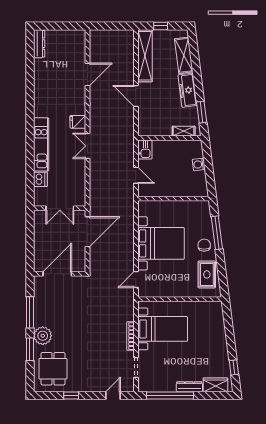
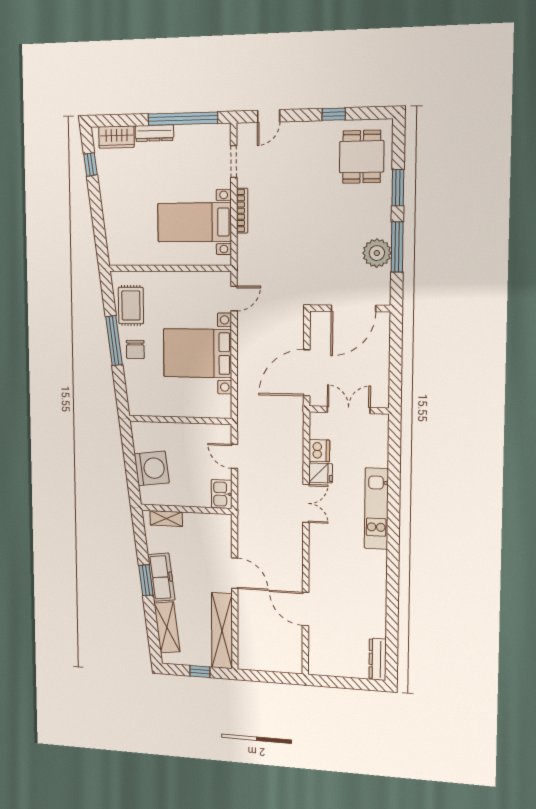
door: (88, 74) -> (306, 609), hinge flipped
window: (202, 112) -> (146, 580), moved
fridge: (78, 122) -> (321, 473), moved
washing machine: (199, 164) -> (152, 468), width x1.89, depth x1.89
dishwasher: (40, 179) -> (319, 451), moved, turned 180
window: (217, 233) -> (114, 341), moved
plant: (43, 336) -> (377, 253), moved

